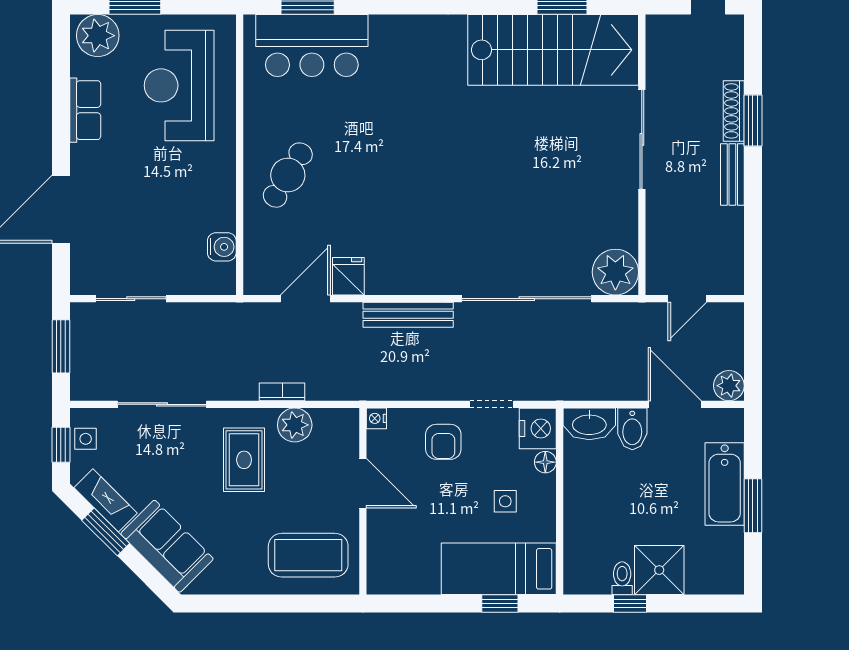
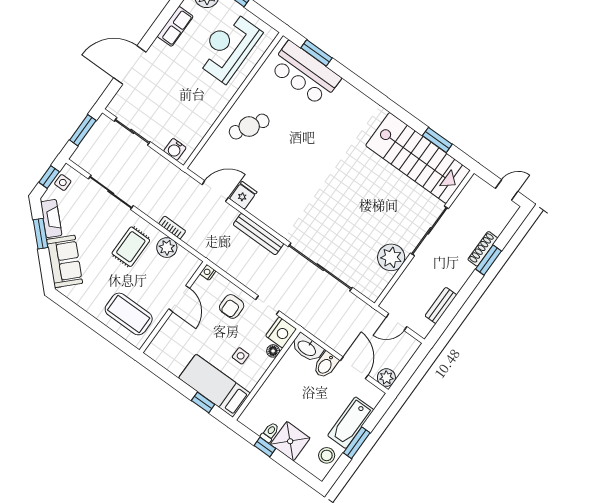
bench: (732, 175) -> (441, 305), moved
water cooler: (222, 247) -> (175, 149), moved, turned 90
plant: (615, 272) -> (391, 257), moved
stool: (724, 553) -> (327, 455), added

